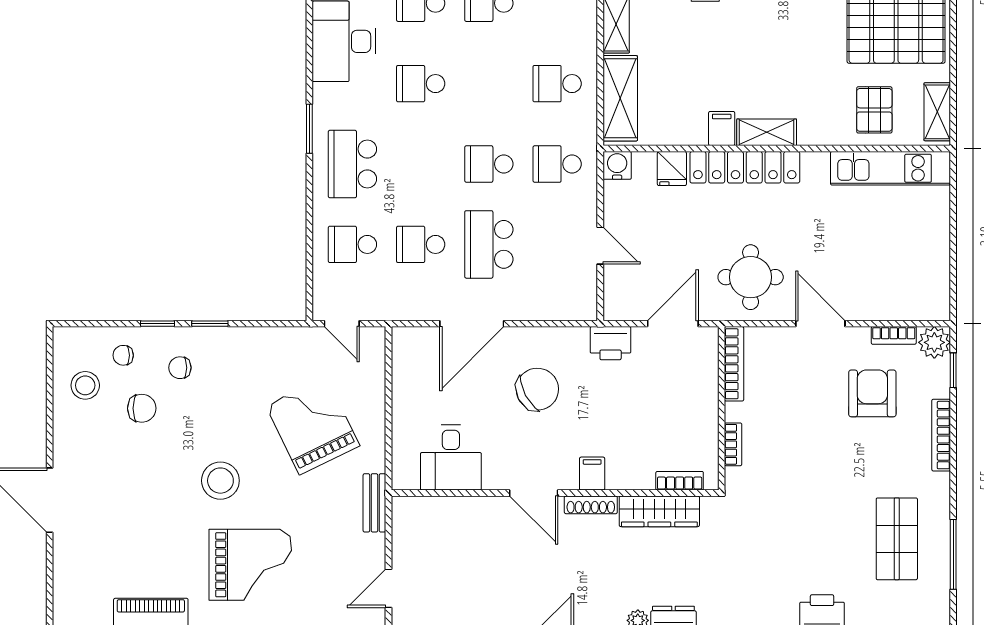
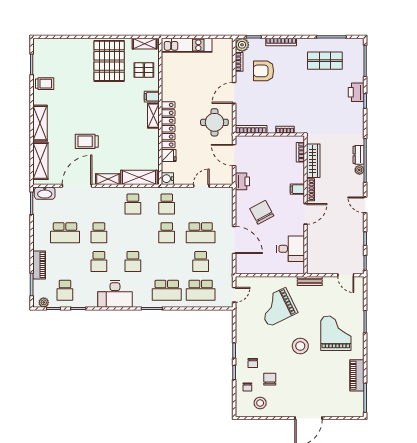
filing cabinet: (722, 129) -> (152, 97), moved
kitchen unit: (890, 168) -> (187, 45), moved, turned 90
school desk: (352, 244) -> (201, 290), width x1.85

